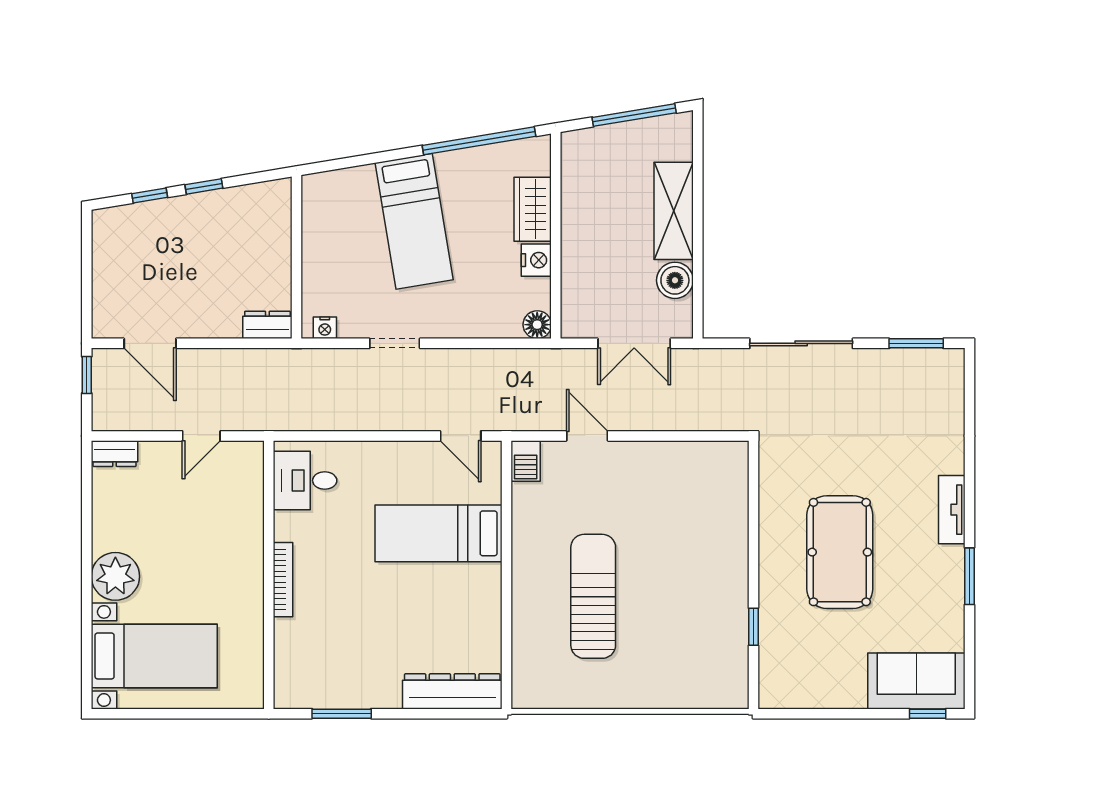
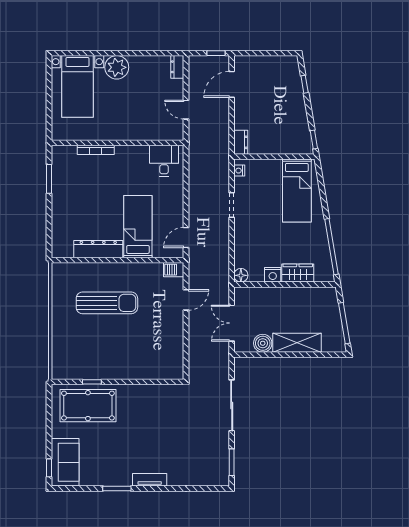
window: (204, 186) -> (314, 139), moved
bed: (414, 221) -> (297, 191), moved, turned -81
pool table: (840, 552) -> (88, 406), moved
bookcase: (283, 580) -> (96, 150), moved
dresser: (452, 691) -> (98, 249), moved, turned -90

